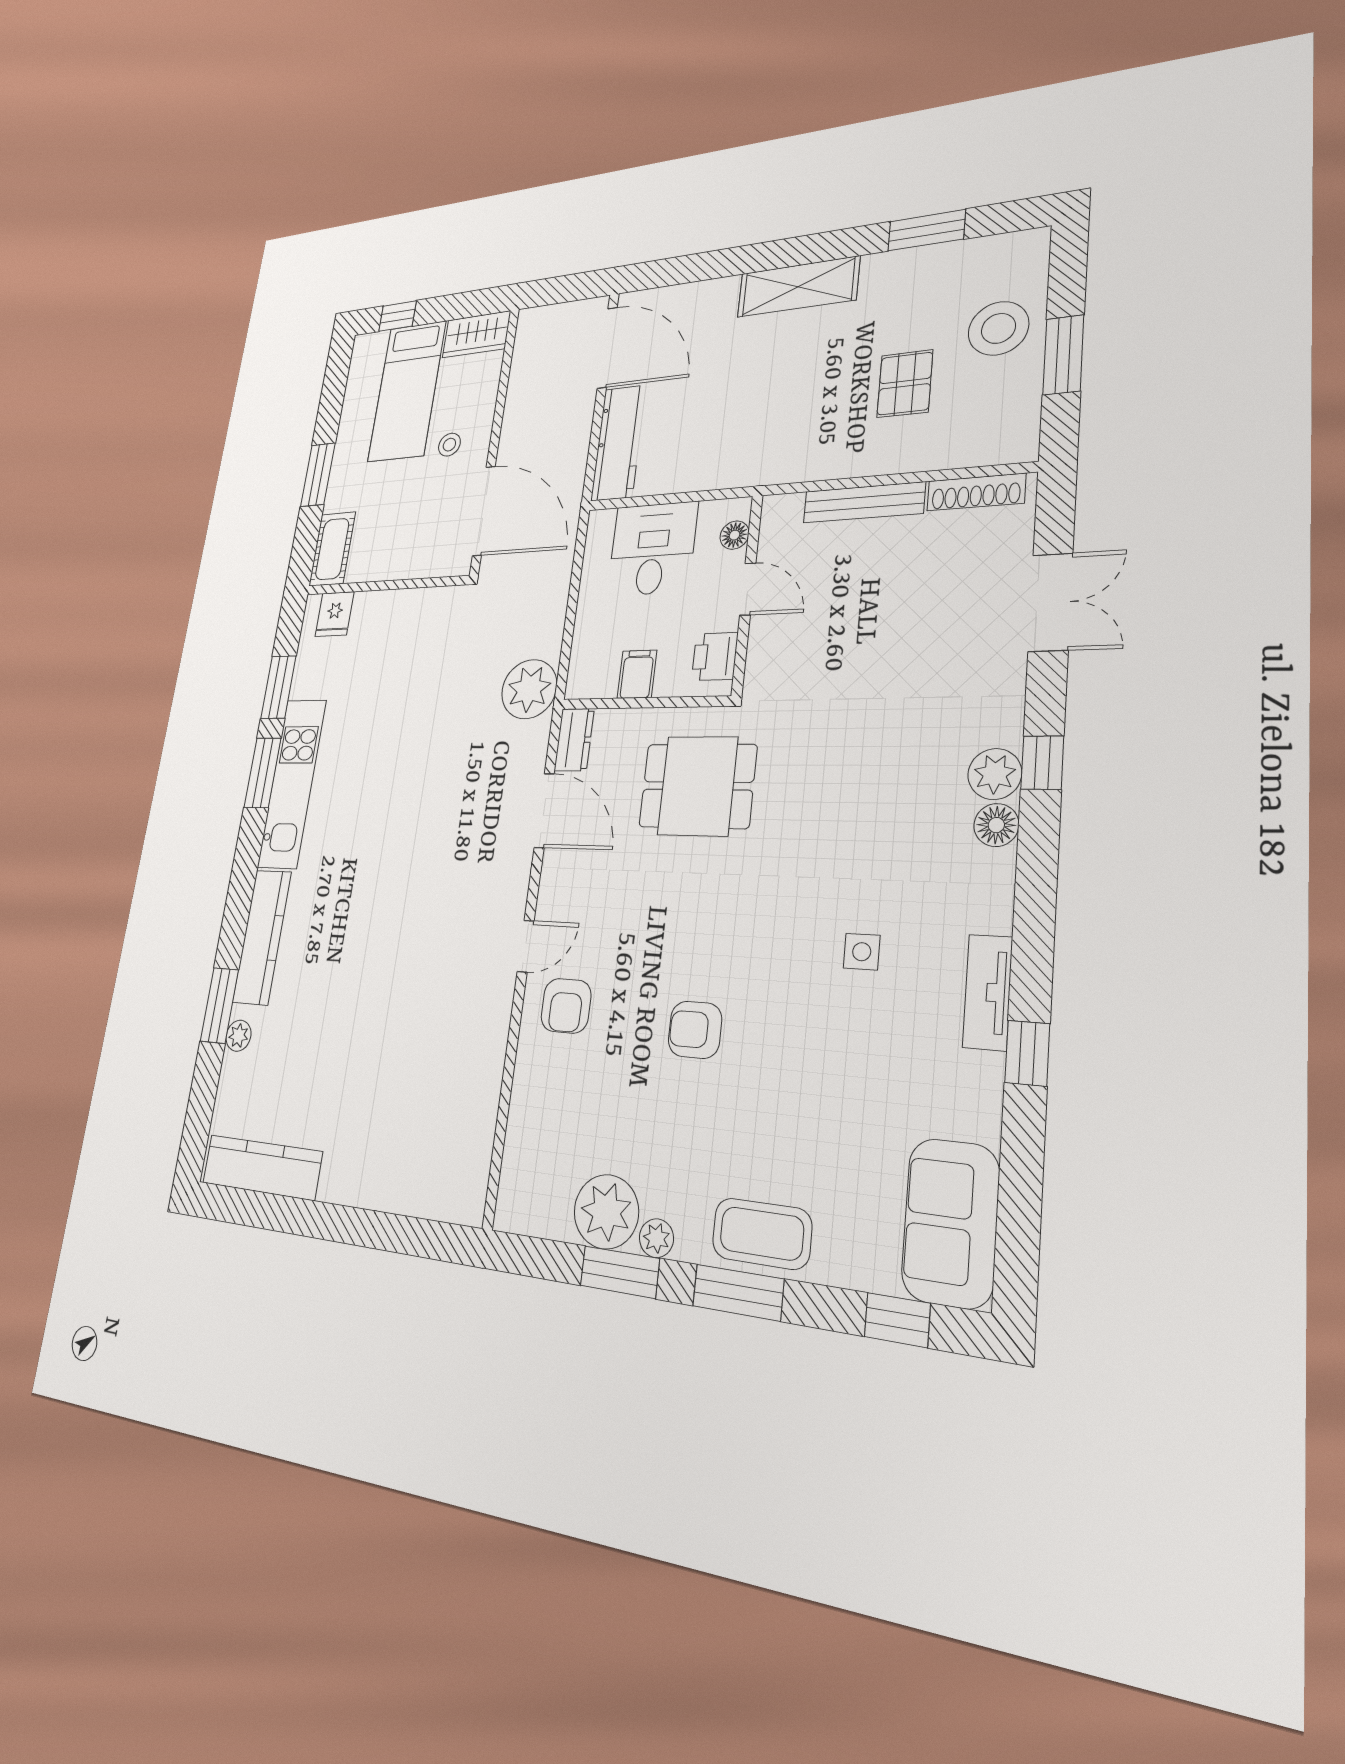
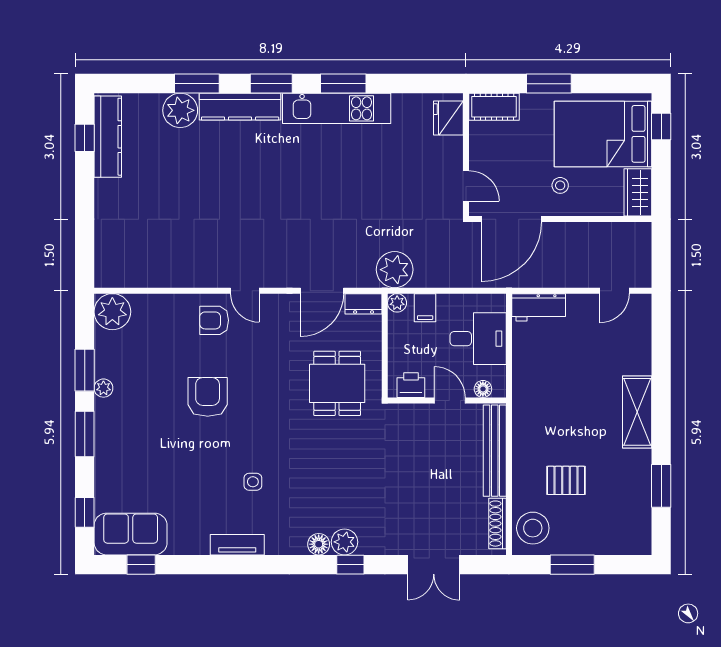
stool: (998, 328) -> (533, 528), moved
door: (607, 348) -> (614, 291), width x0.53
bed: (407, 391) -> (603, 134), width x1.50
workbench: (619, 443) -> (539, 307), width x0.73
bench: (864, 502) -> (495, 451), width x1.37, depth x1.21
door: (428, 583) -> (466, 186), added
door: (748, 589) -> (450, 400), swing flipped
fridge: (335, 614) -> (448, 118), width x1.38
filing cabinet: (637, 674) -> (425, 308), moved, turned 90
plant: (580, 684) -> (397, 303), added
window: (278, 687) -> (271, 84), moved
armchair: (695, 1030) -> (208, 397), width x1.38, depth x1.38
plant: (238, 1036) -> (180, 110), width x1.87, depth x1.87
window: (1027, 1053) -> (141, 565), moved
window: (256, 1209) -> (85, 138), added
plant: (606, 1212) -> (112, 312), moved
coffee table: (762, 1234) -> (113, 443), removed

